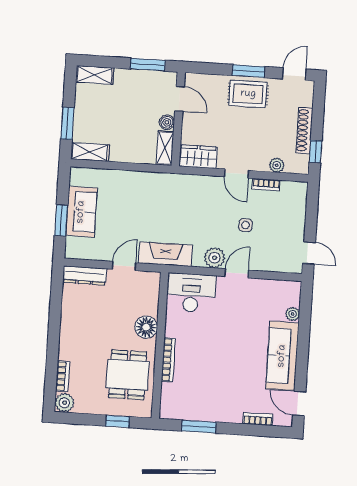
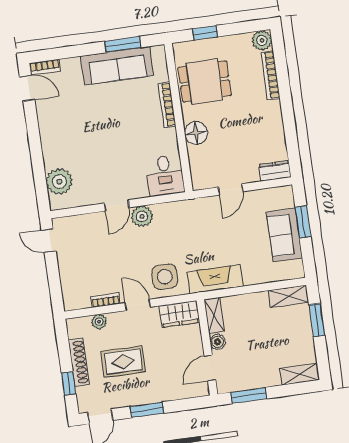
rug: (248, 94) -> (123, 362), moved
door: (179, 99) -> (210, 368), hinge flipped
window: (316, 152) -> (69, 383), moved
side table: (246, 225) -> (165, 277), moved, width x1.87, depth x1.87
fireplace: (166, 254) -> (215, 279), moved, turned 180
dresser: (85, 275) -> (275, 171), width x0.70
desk: (191, 293) -> (165, 175), width x0.73
plant: (293, 314) -> (59, 182), width x1.88, depth x1.88
sofa: (282, 356) -> (117, 66), moved, turned 90
dining table: (128, 375) -> (205, 81), turned 90
bookcase: (63, 376) -> (271, 75), width x1.56
bookcase: (258, 419) -> (45, 67), moved

